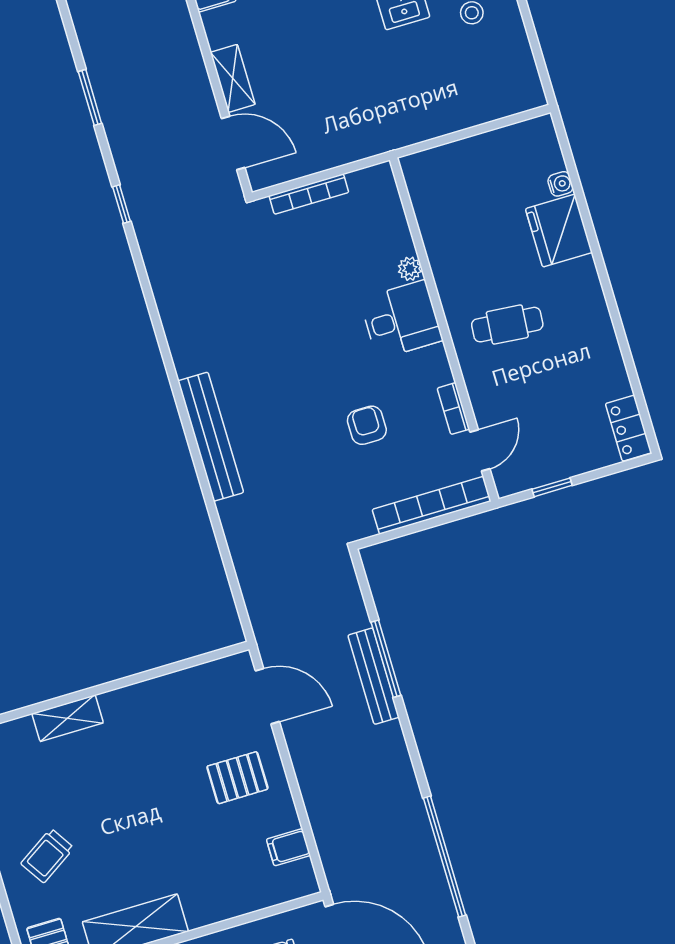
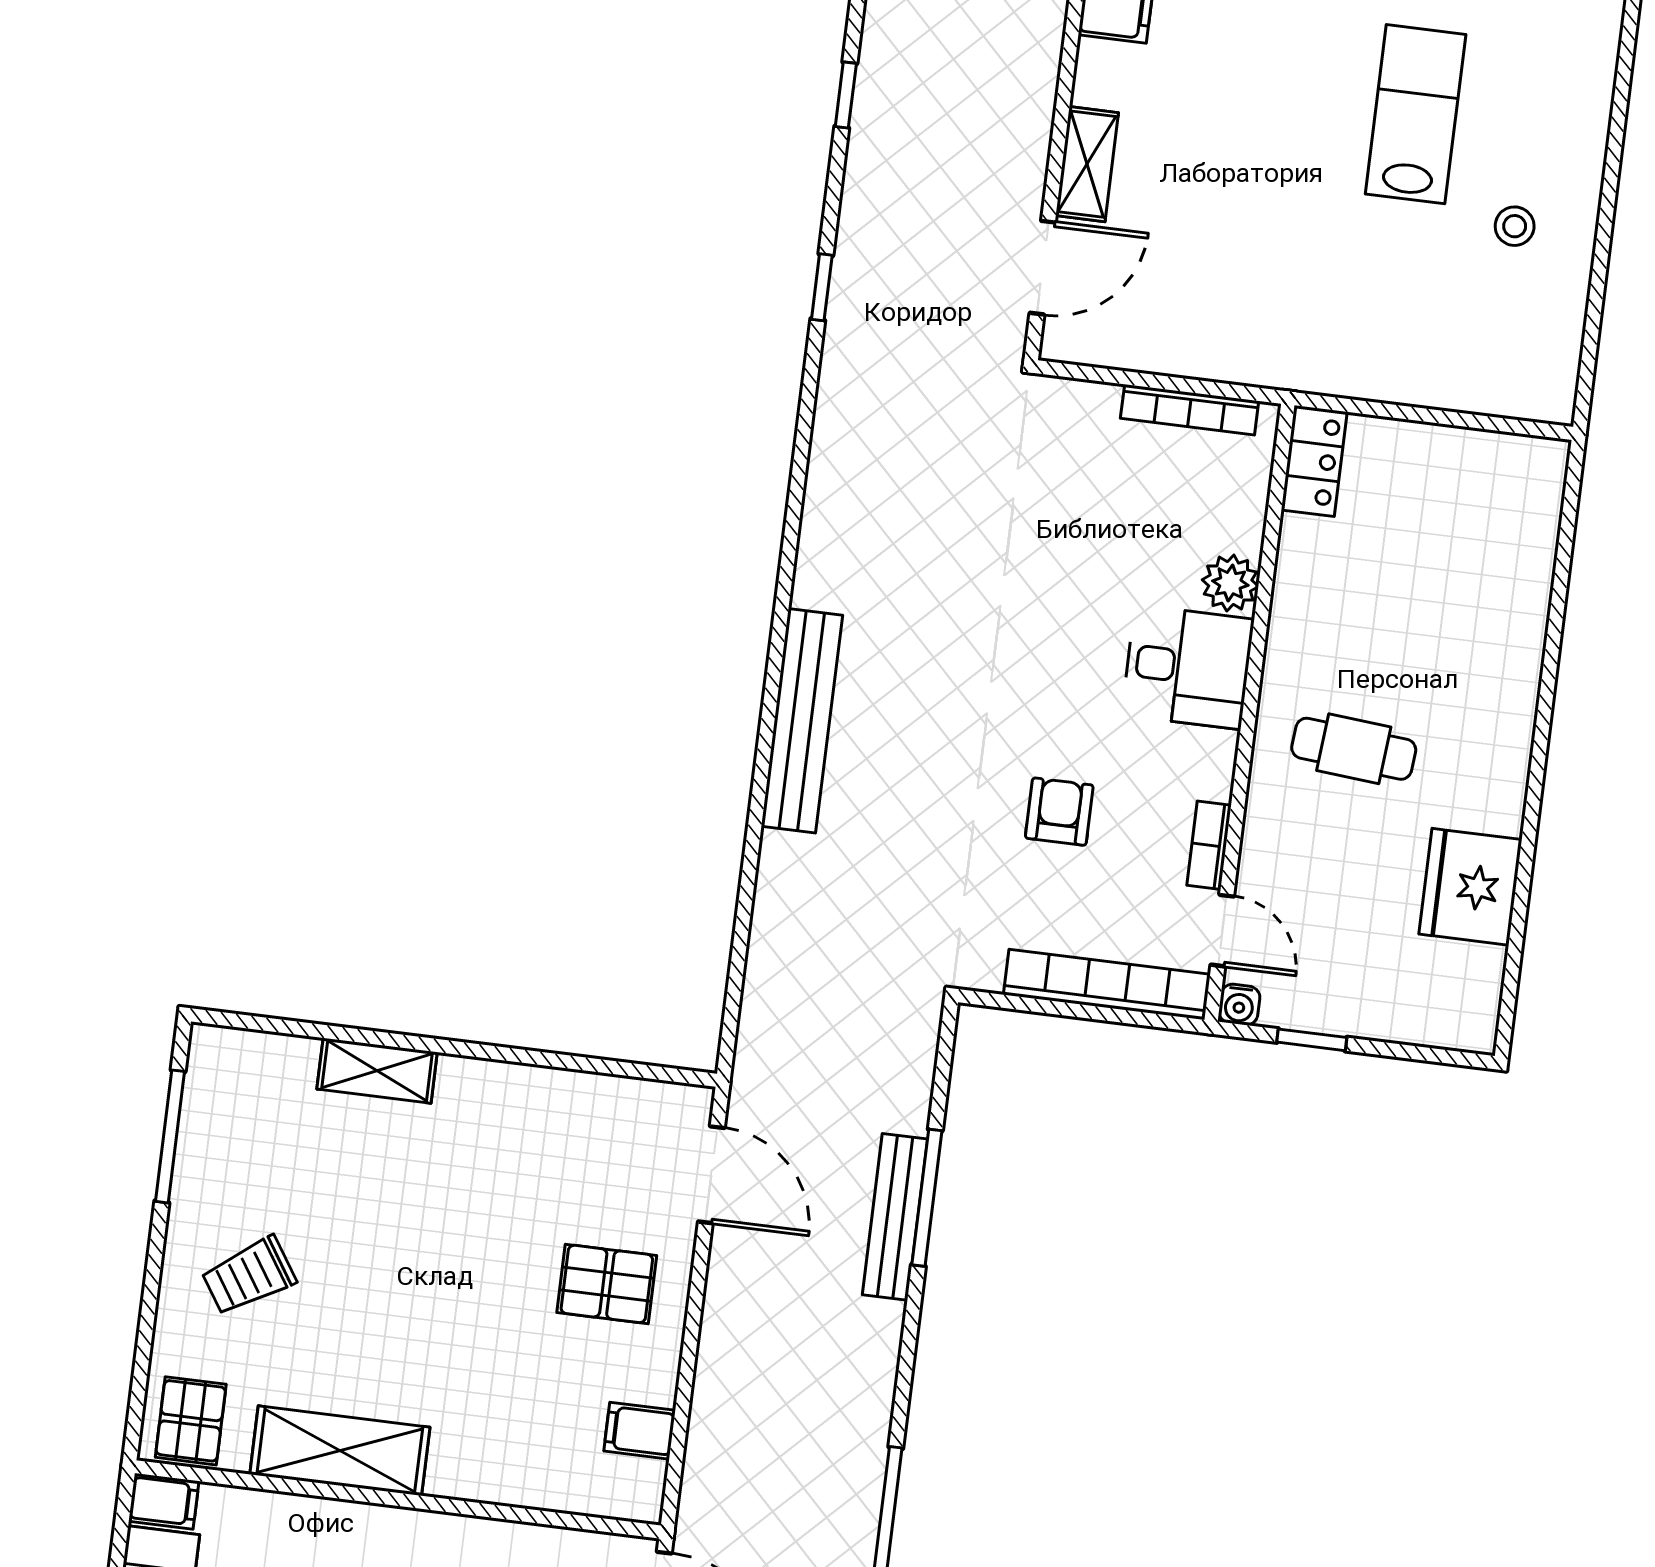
window: (90, 97) -> (846, 95), width x0.67
door: (233, 143) -> (1043, 268), hinge flipped
water cooler: (560, 184) -> (1239, 1005), moved, turned 90
bookcase: (309, 194) -> (1190, 410), moved
fridge: (559, 231) -> (1470, 887), moved
plant: (410, 269) -> (1230, 583), width x1.38, depth x1.38
locker: (629, 428) -> (1314, 461), moved, turned 180
door: (480, 450) -> (1222, 931), hinge flipped

